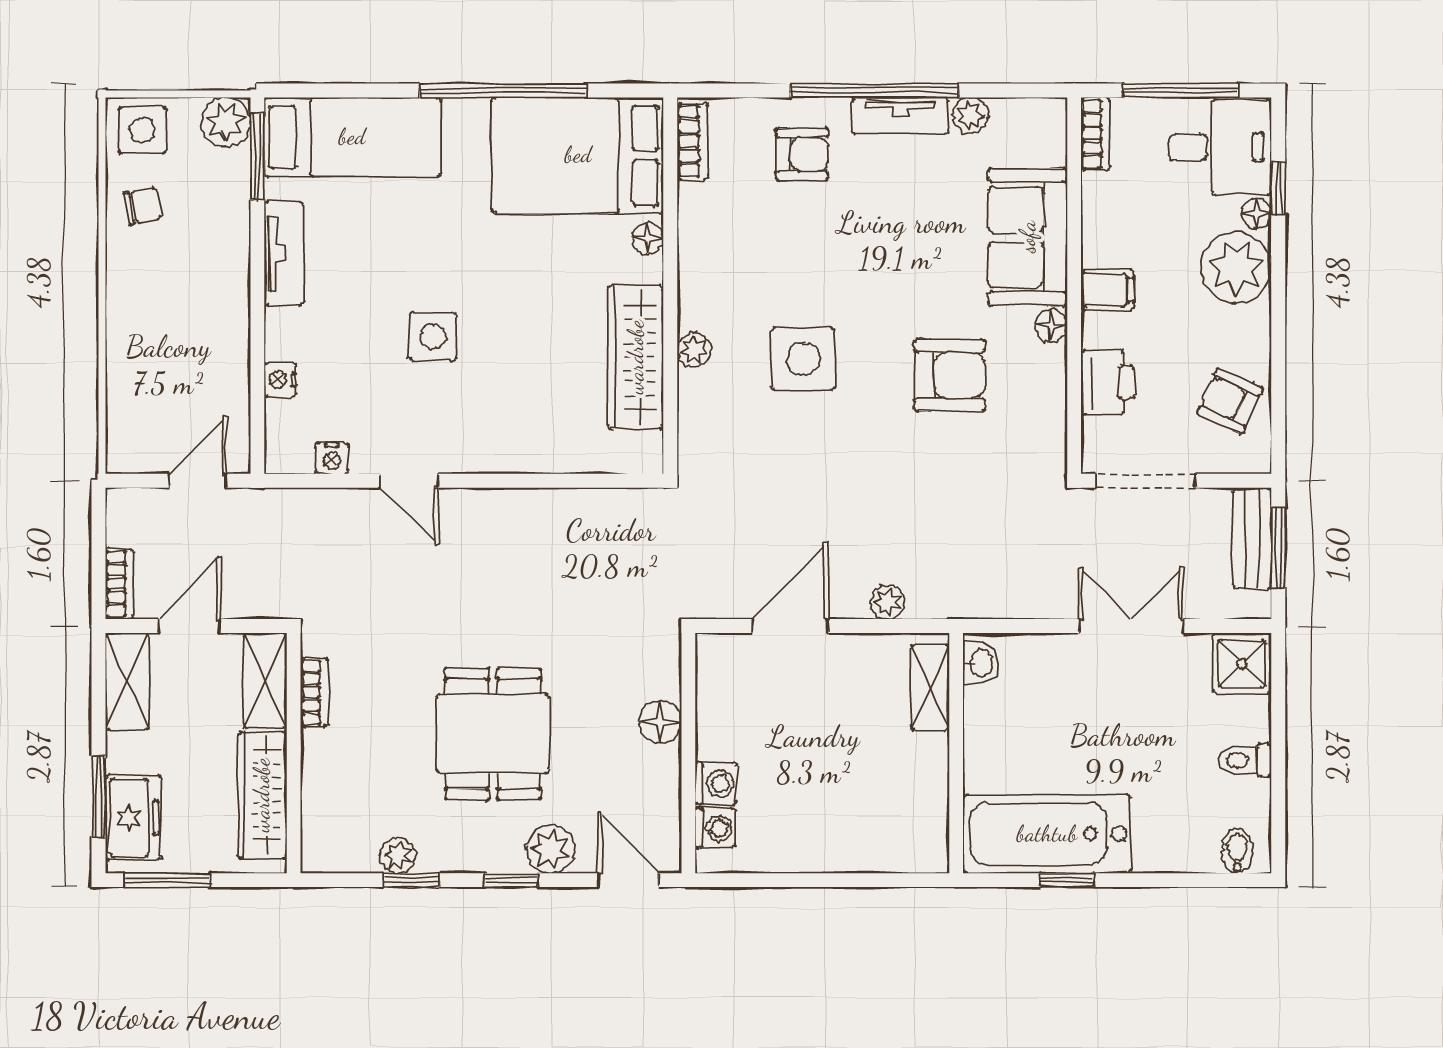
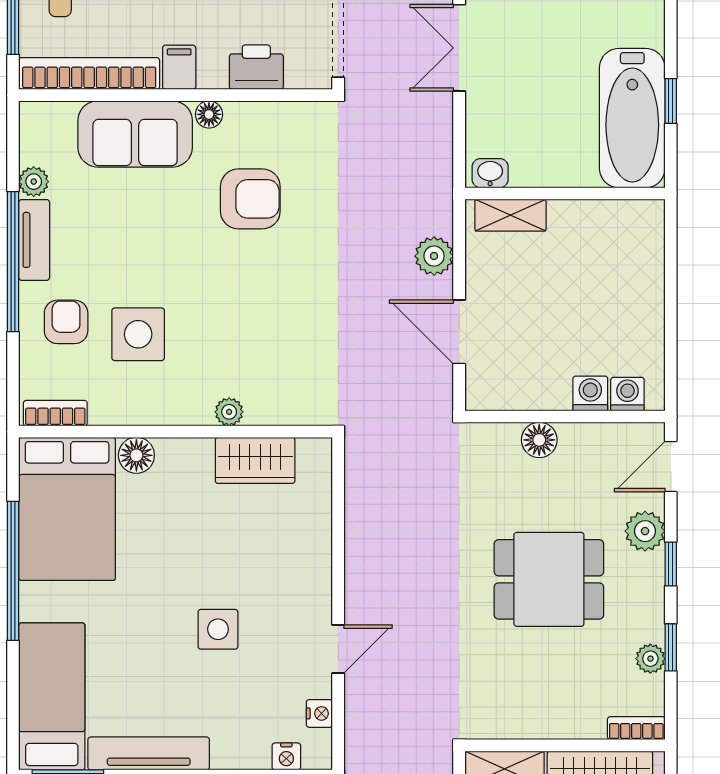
bookcase: (1096, 134) -> (89, 74), width x2.31, depth x1.31
floor lamp: (648, 239) -> (136, 455), width x1.37, depth x1.37
tv unit: (284, 253) -> (149, 753), width x1.41
wardrobe: (636, 357) -> (255, 460), width x0.67
side table: (803, 359) -> (138, 334), moved
armchair: (950, 375) -> (250, 199), turned 90
nightstand: (280, 380) -> (286, 756), moved
plant: (887, 602) -> (434, 256), width x1.38, depth x1.38
bookcase: (314, 692) -> (636, 728), moved

